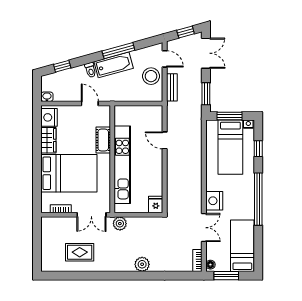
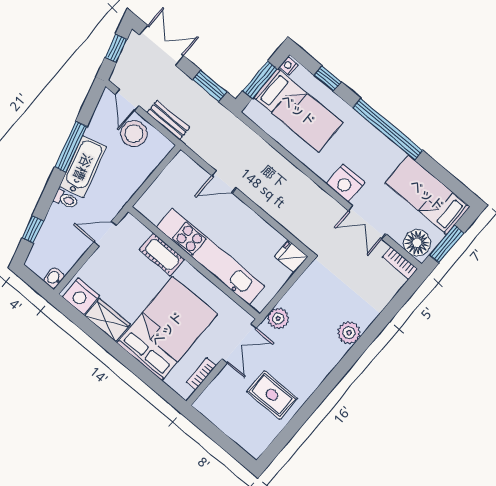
door: (165, 59) -> (127, 100), swing flipped
double door: (204, 228) -> (367, 222), swing flipped
rug: (80, 252) -> (272, 395), turned 90
floor lamp: (210, 265) -> (417, 243), width x1.89, depth x1.89

